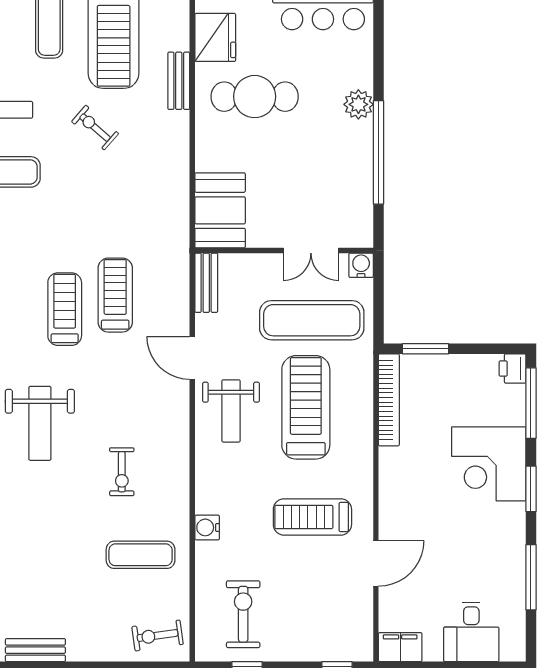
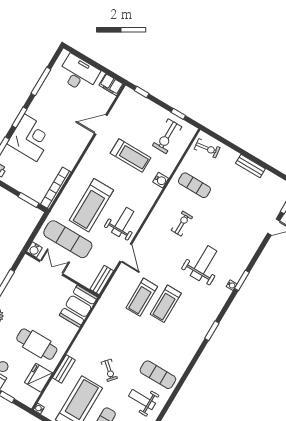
treadmill: (312, 517) -> (131, 155), moved
desk: (471, 632) -> (79, 74), width x1.37
bench: (35, 650) -> (250, 166), moved

